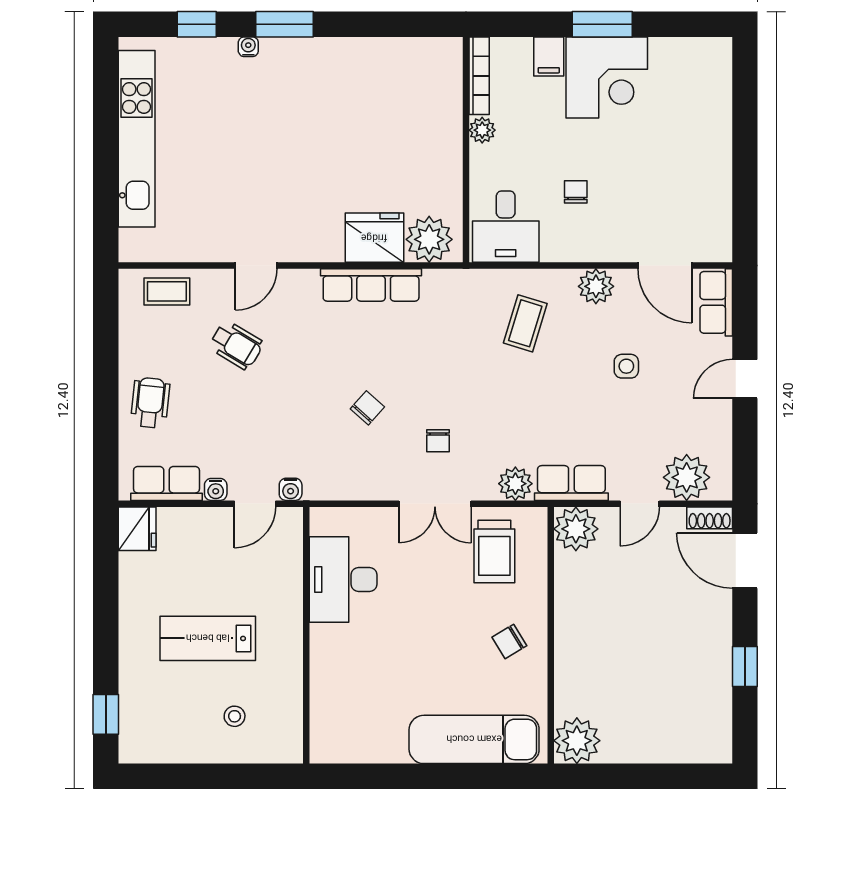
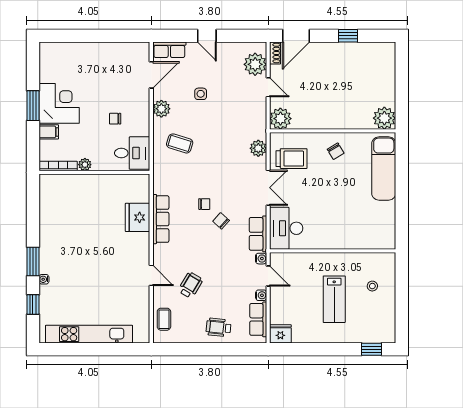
plant: (429, 239) -> (138, 191), removed
chair: (438, 441) -> (204, 204), moved
row of seats: (571, 483) -> (258, 234), moved
desk: (343, 579) -> (286, 228), moved, turned 90

